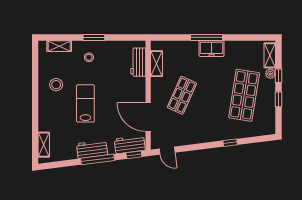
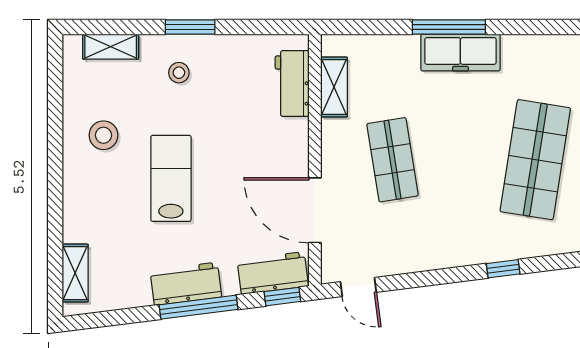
freezer: (212, 49) -> (460, 52), width x1.40
shop shelf: (182, 95) -> (392, 160), turned -33

